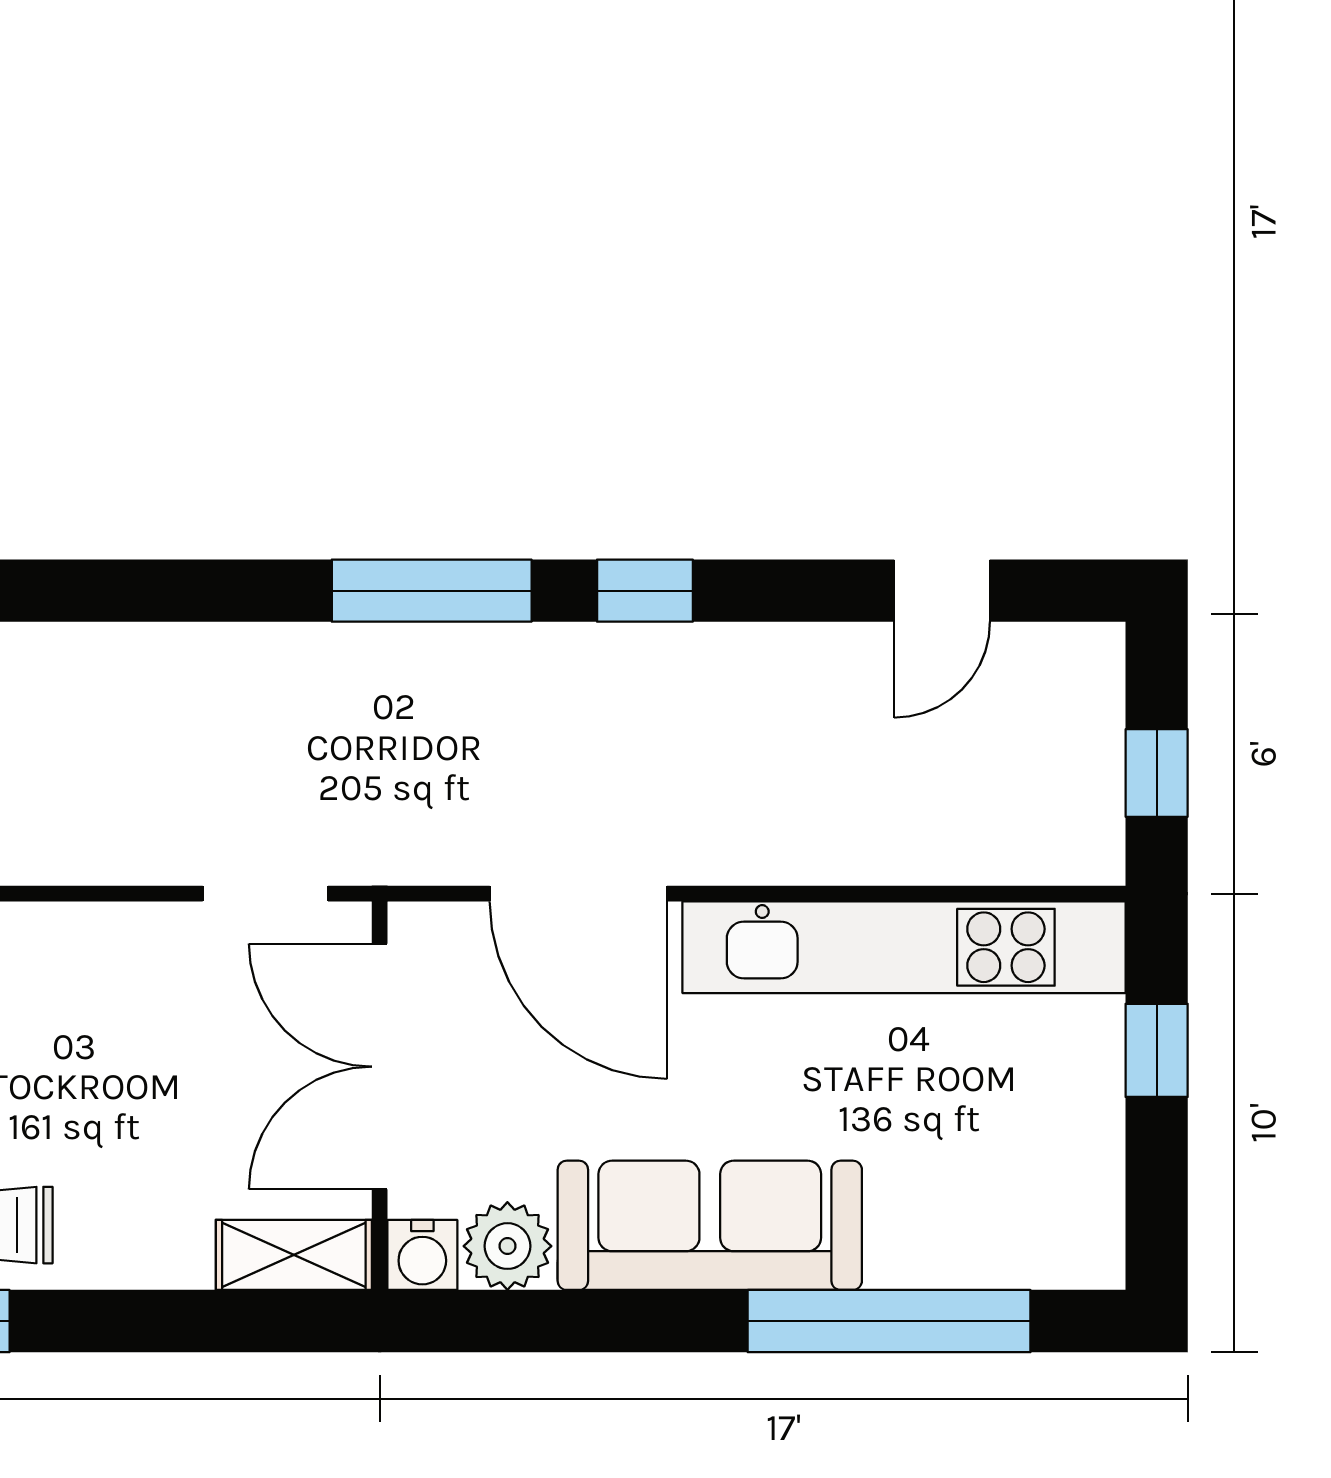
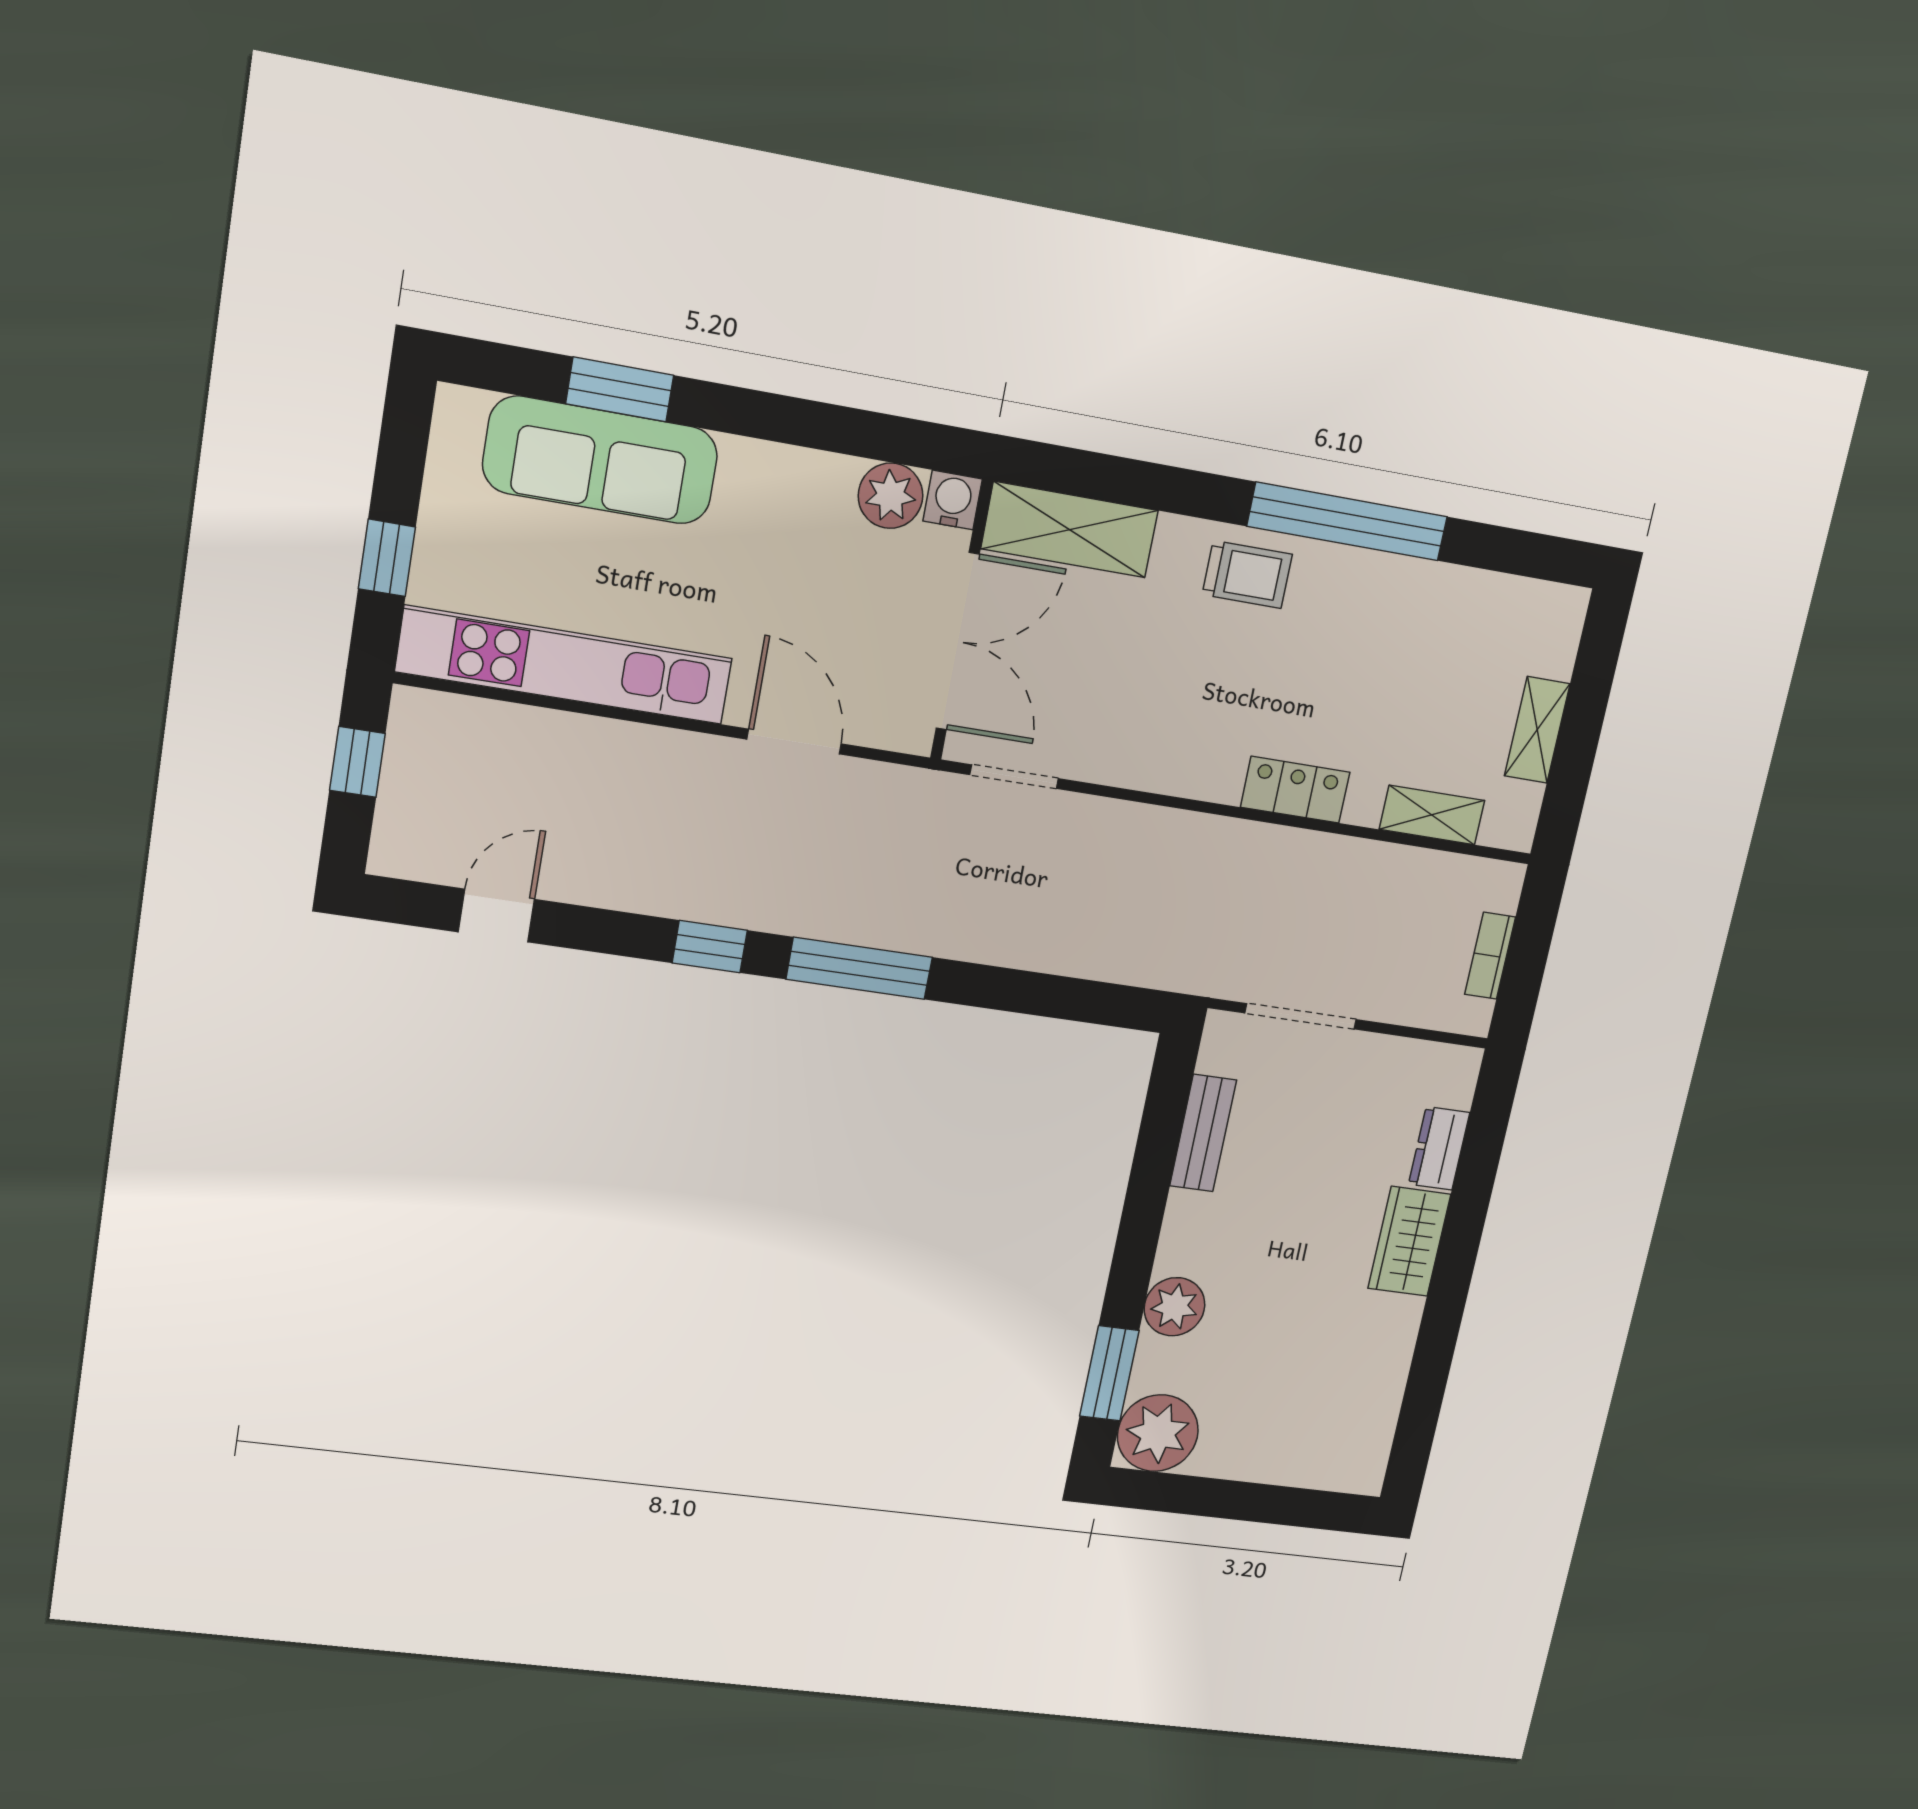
door: (578, 894) -> (794, 742), width x0.73
sofa: (710, 1225) -> (600, 460), moved
shelving: (294, 1255) -> (1070, 530), width x1.50, depth x1.33
window: (889, 1321) -> (620, 389), width x0.47

